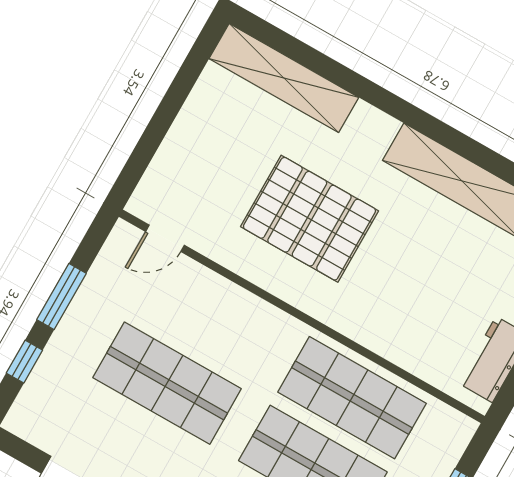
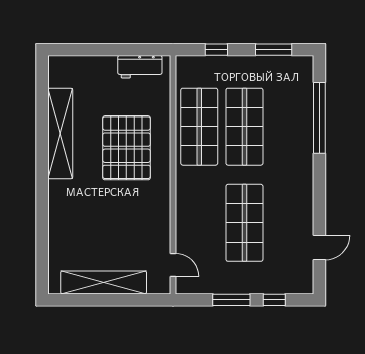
shelving: (284, 78) -> (104, 282), moved, turned 90
pallet: (309, 219) -> (126, 148), moved

